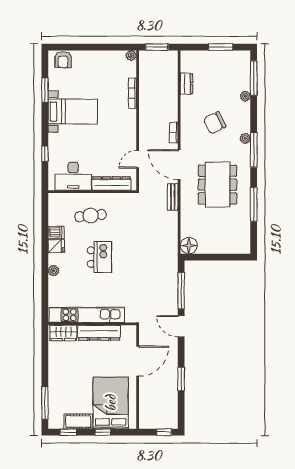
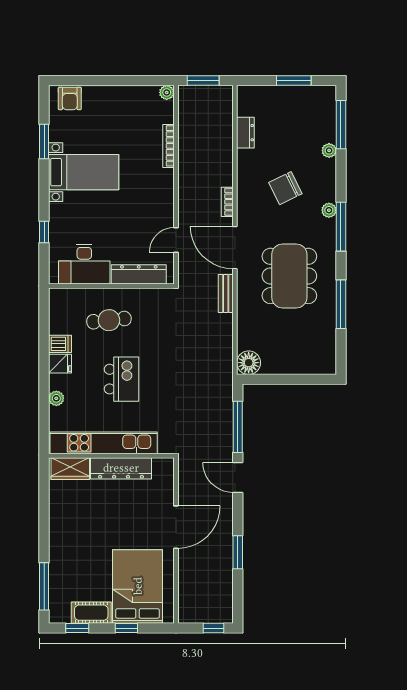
kitchen unit: (87, 315) -> (104, 443), moved
wall: (92, 324) -> (111, 456), moved
wardrobe: (63, 333) -> (70, 469), moved
dresser: (99, 333) -> (121, 468), moved

